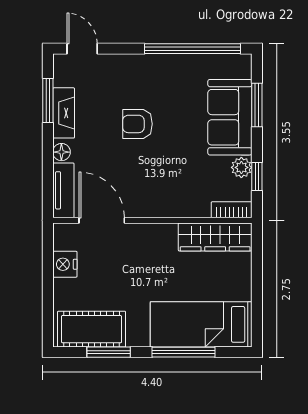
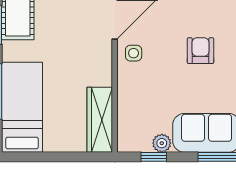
side table: (140, 199) -> (134, 53), added
bookcase: (232, 210) -> (124, 134), removed

